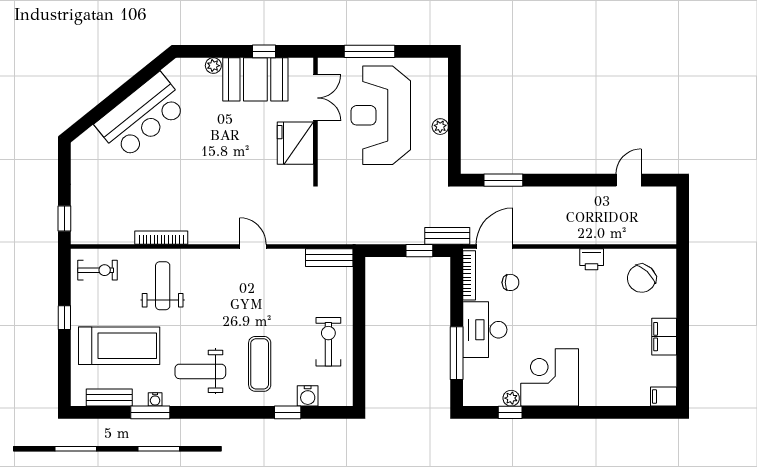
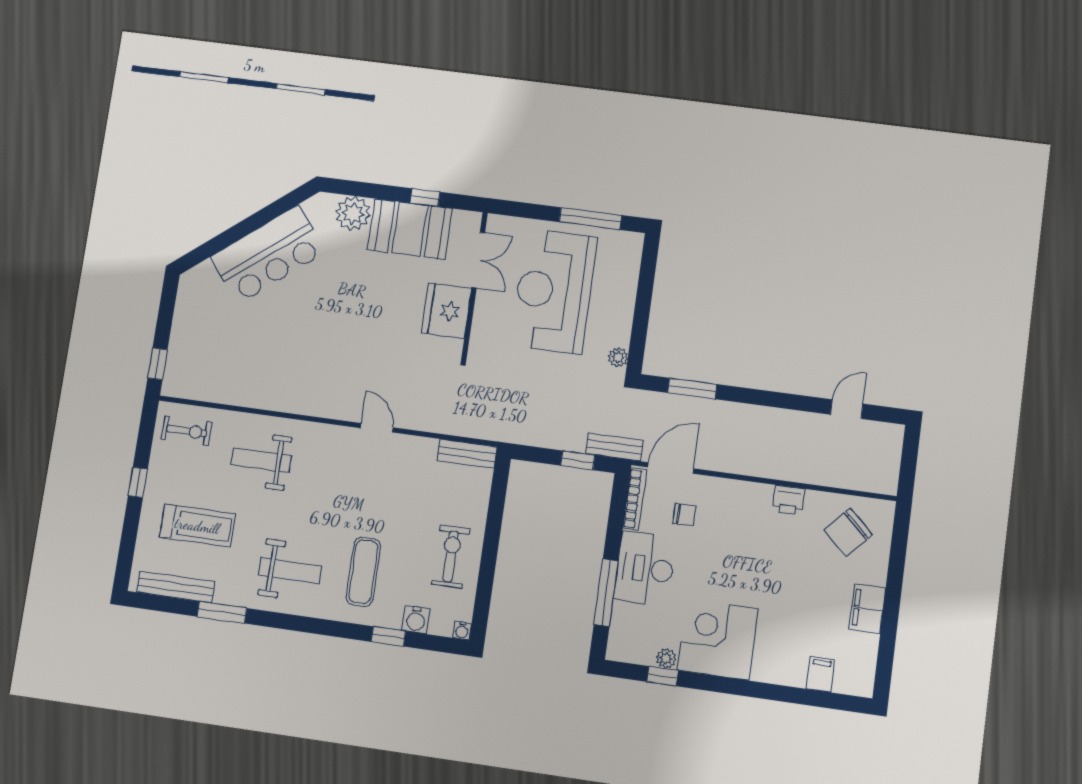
window: (370, 51) -> (590, 219), moved
plant: (213, 66) -> (353, 213), width x1.88, depth x1.88
plant: (440, 127) -> (618, 357), moved
bookcase: (161, 238) -> (269, 402), removed
weight bench: (163, 286) -> (261, 460), turned -90
treadmill: (119, 346) -> (197, 526), width x0.73, depth x0.73
weight bench: (200, 371) -> (290, 571), turned 180
filing cabinet: (664, 397) -> (821, 674), moved, turned 90
bench: (109, 398) -> (176, 587), width x1.36
water cooler: (155, 399) -> (462, 631), moved

